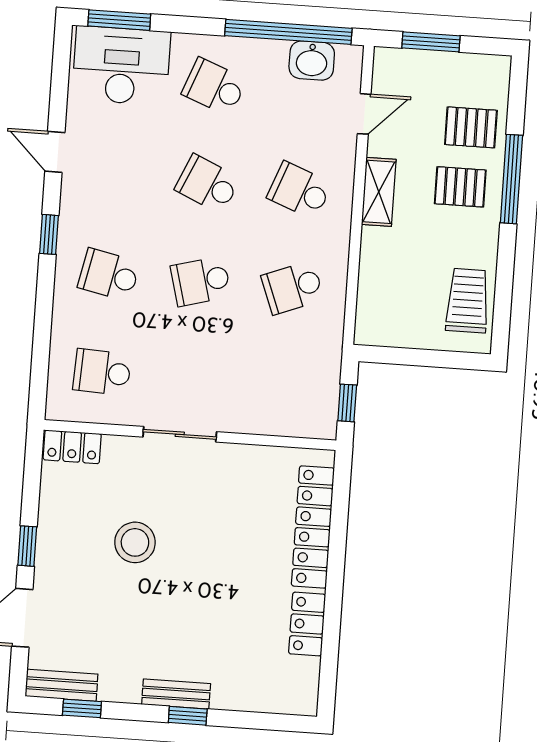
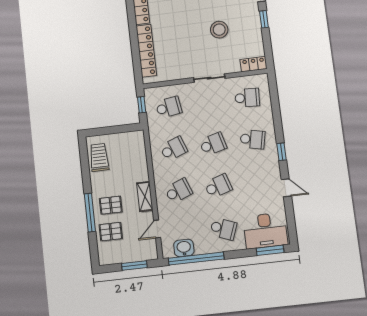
school desk: (208, 184) -> (218, 186), turned -42
school desk: (299, 190) -> (178, 191), turned -42
trolley: (468, 301) -> (99, 157), turned 180
school desk: (286, 385) -> (169, 107), added

